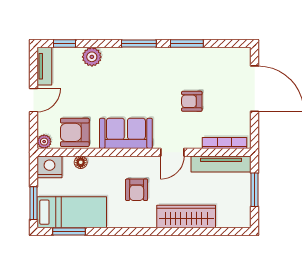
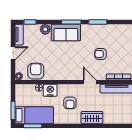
armchair: (75, 132) -> (36, 71), turned 90
sofa: (126, 133) -> (66, 32), moved, turned 180
door: (172, 152) -> (90, 82), swing flipped
nightstand: (49, 167) -> (50, 90), moved
wardrobe: (186, 216) -> (92, 118), width x0.67

